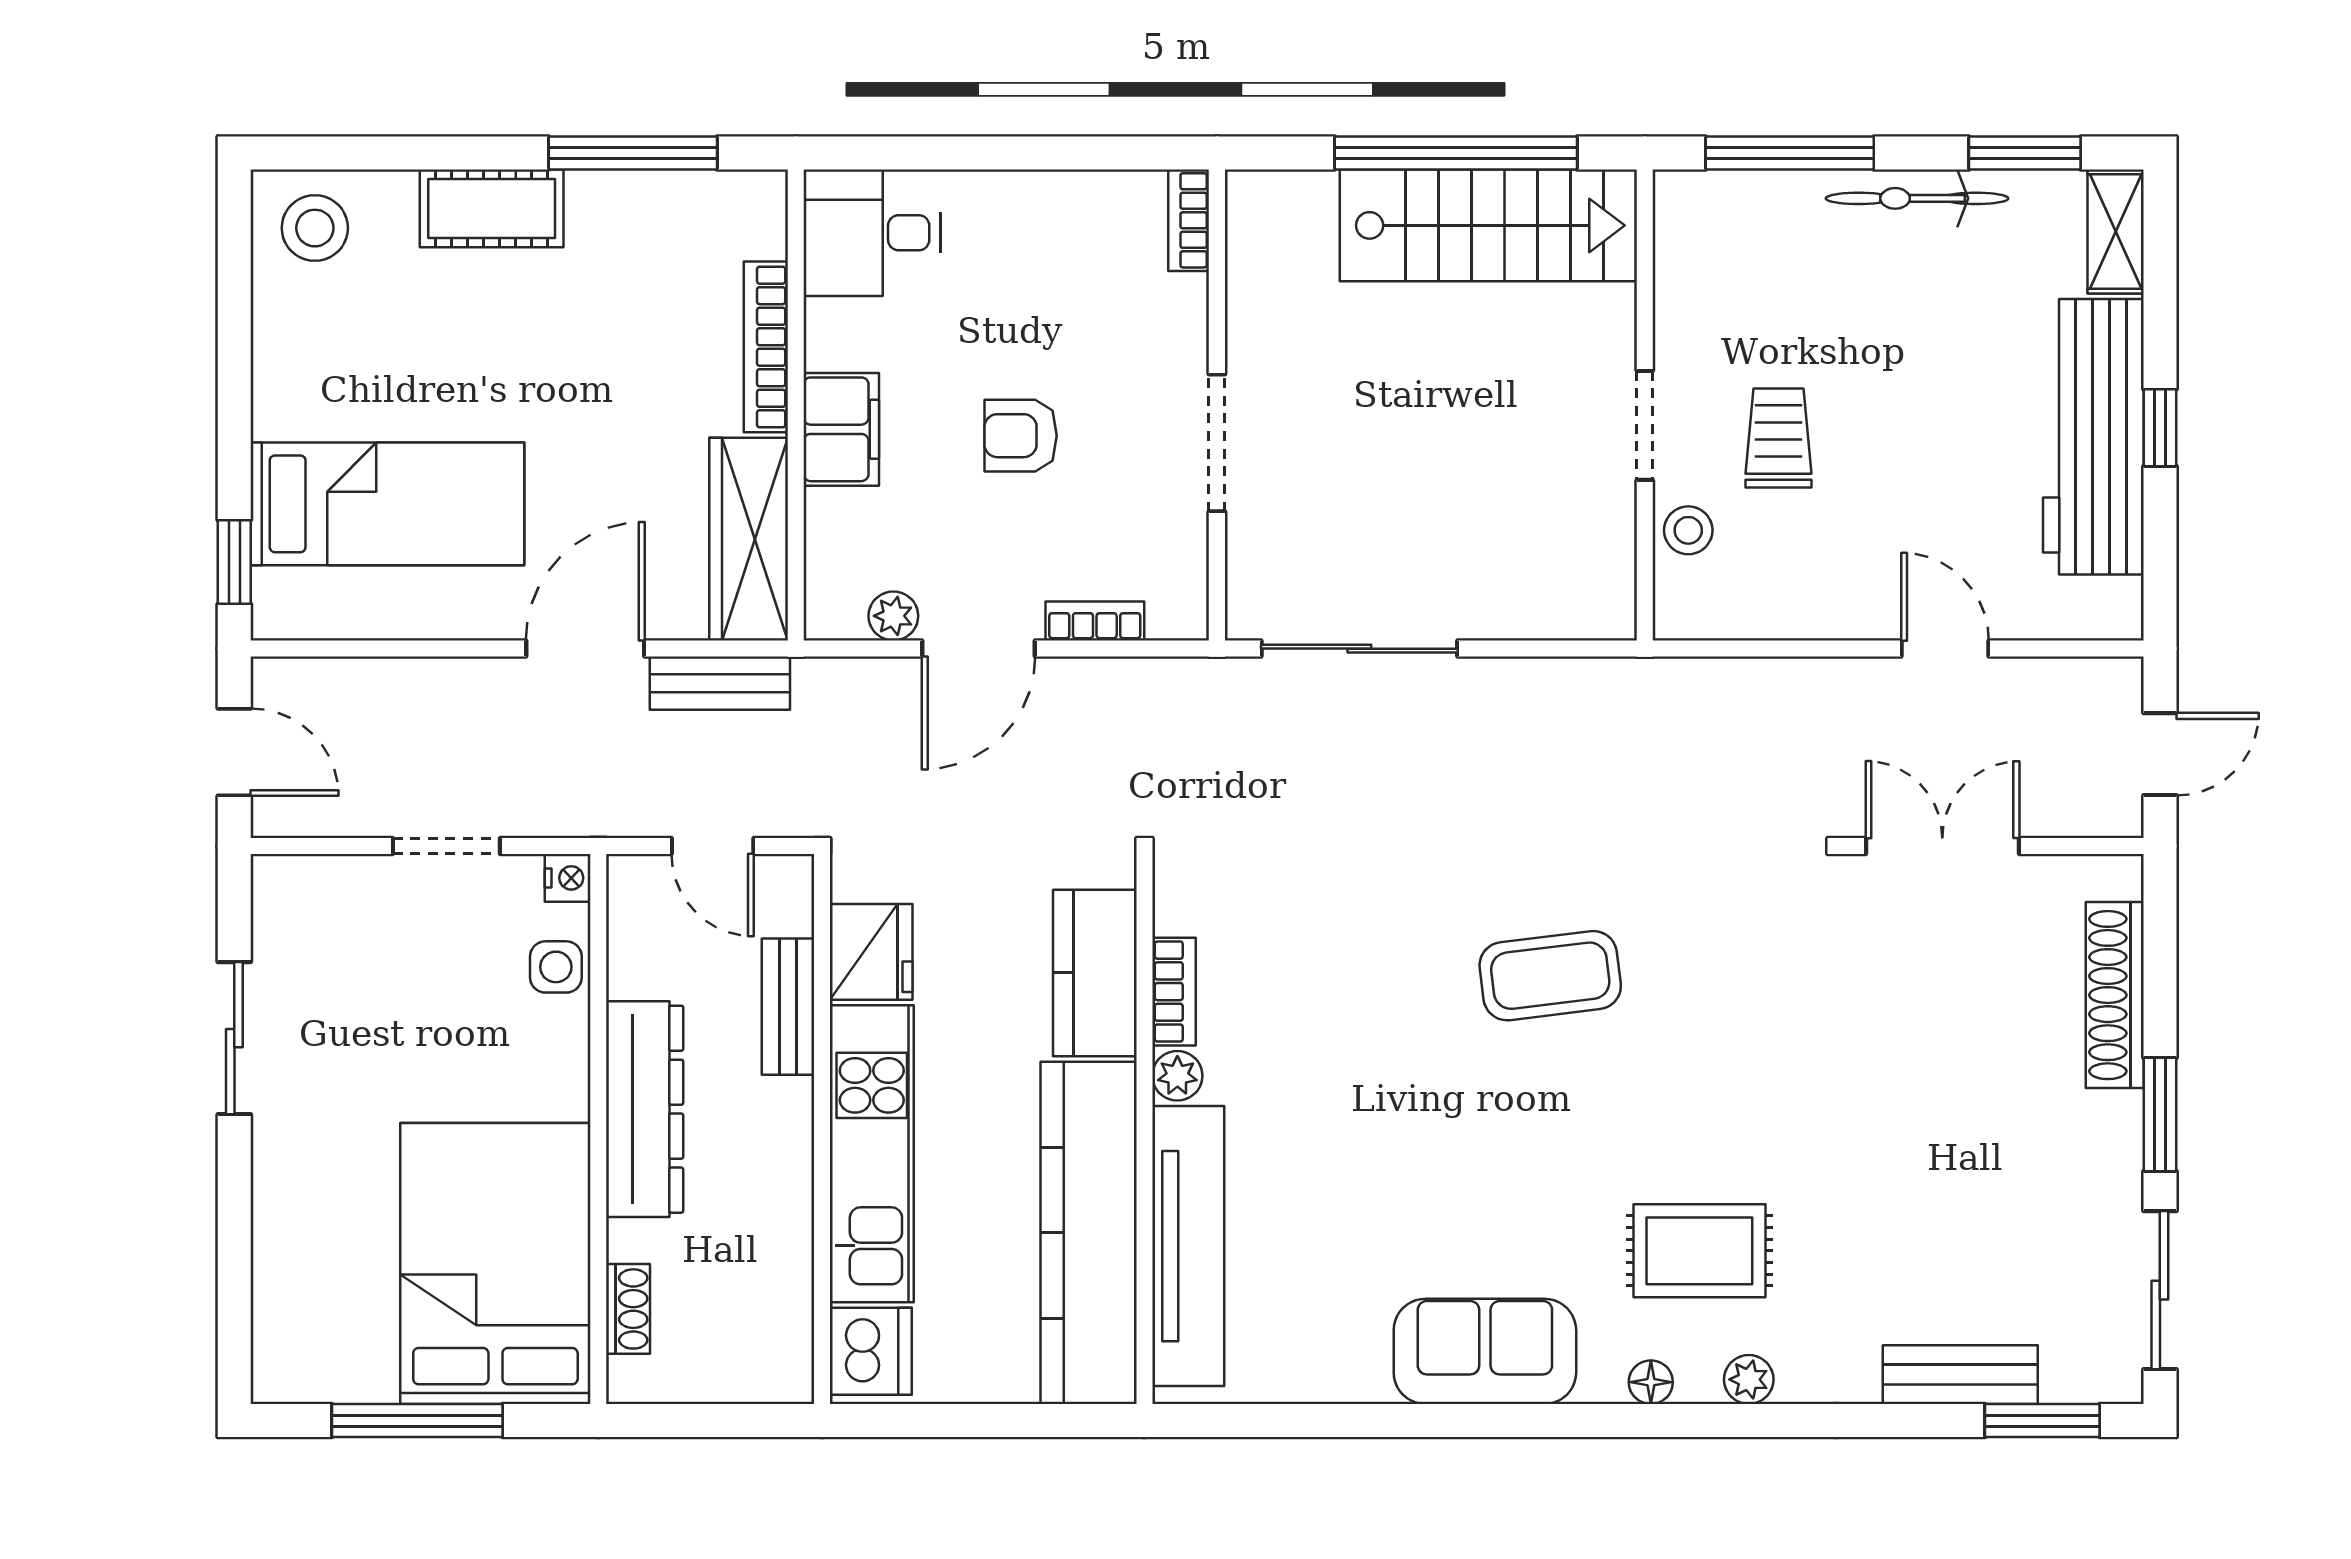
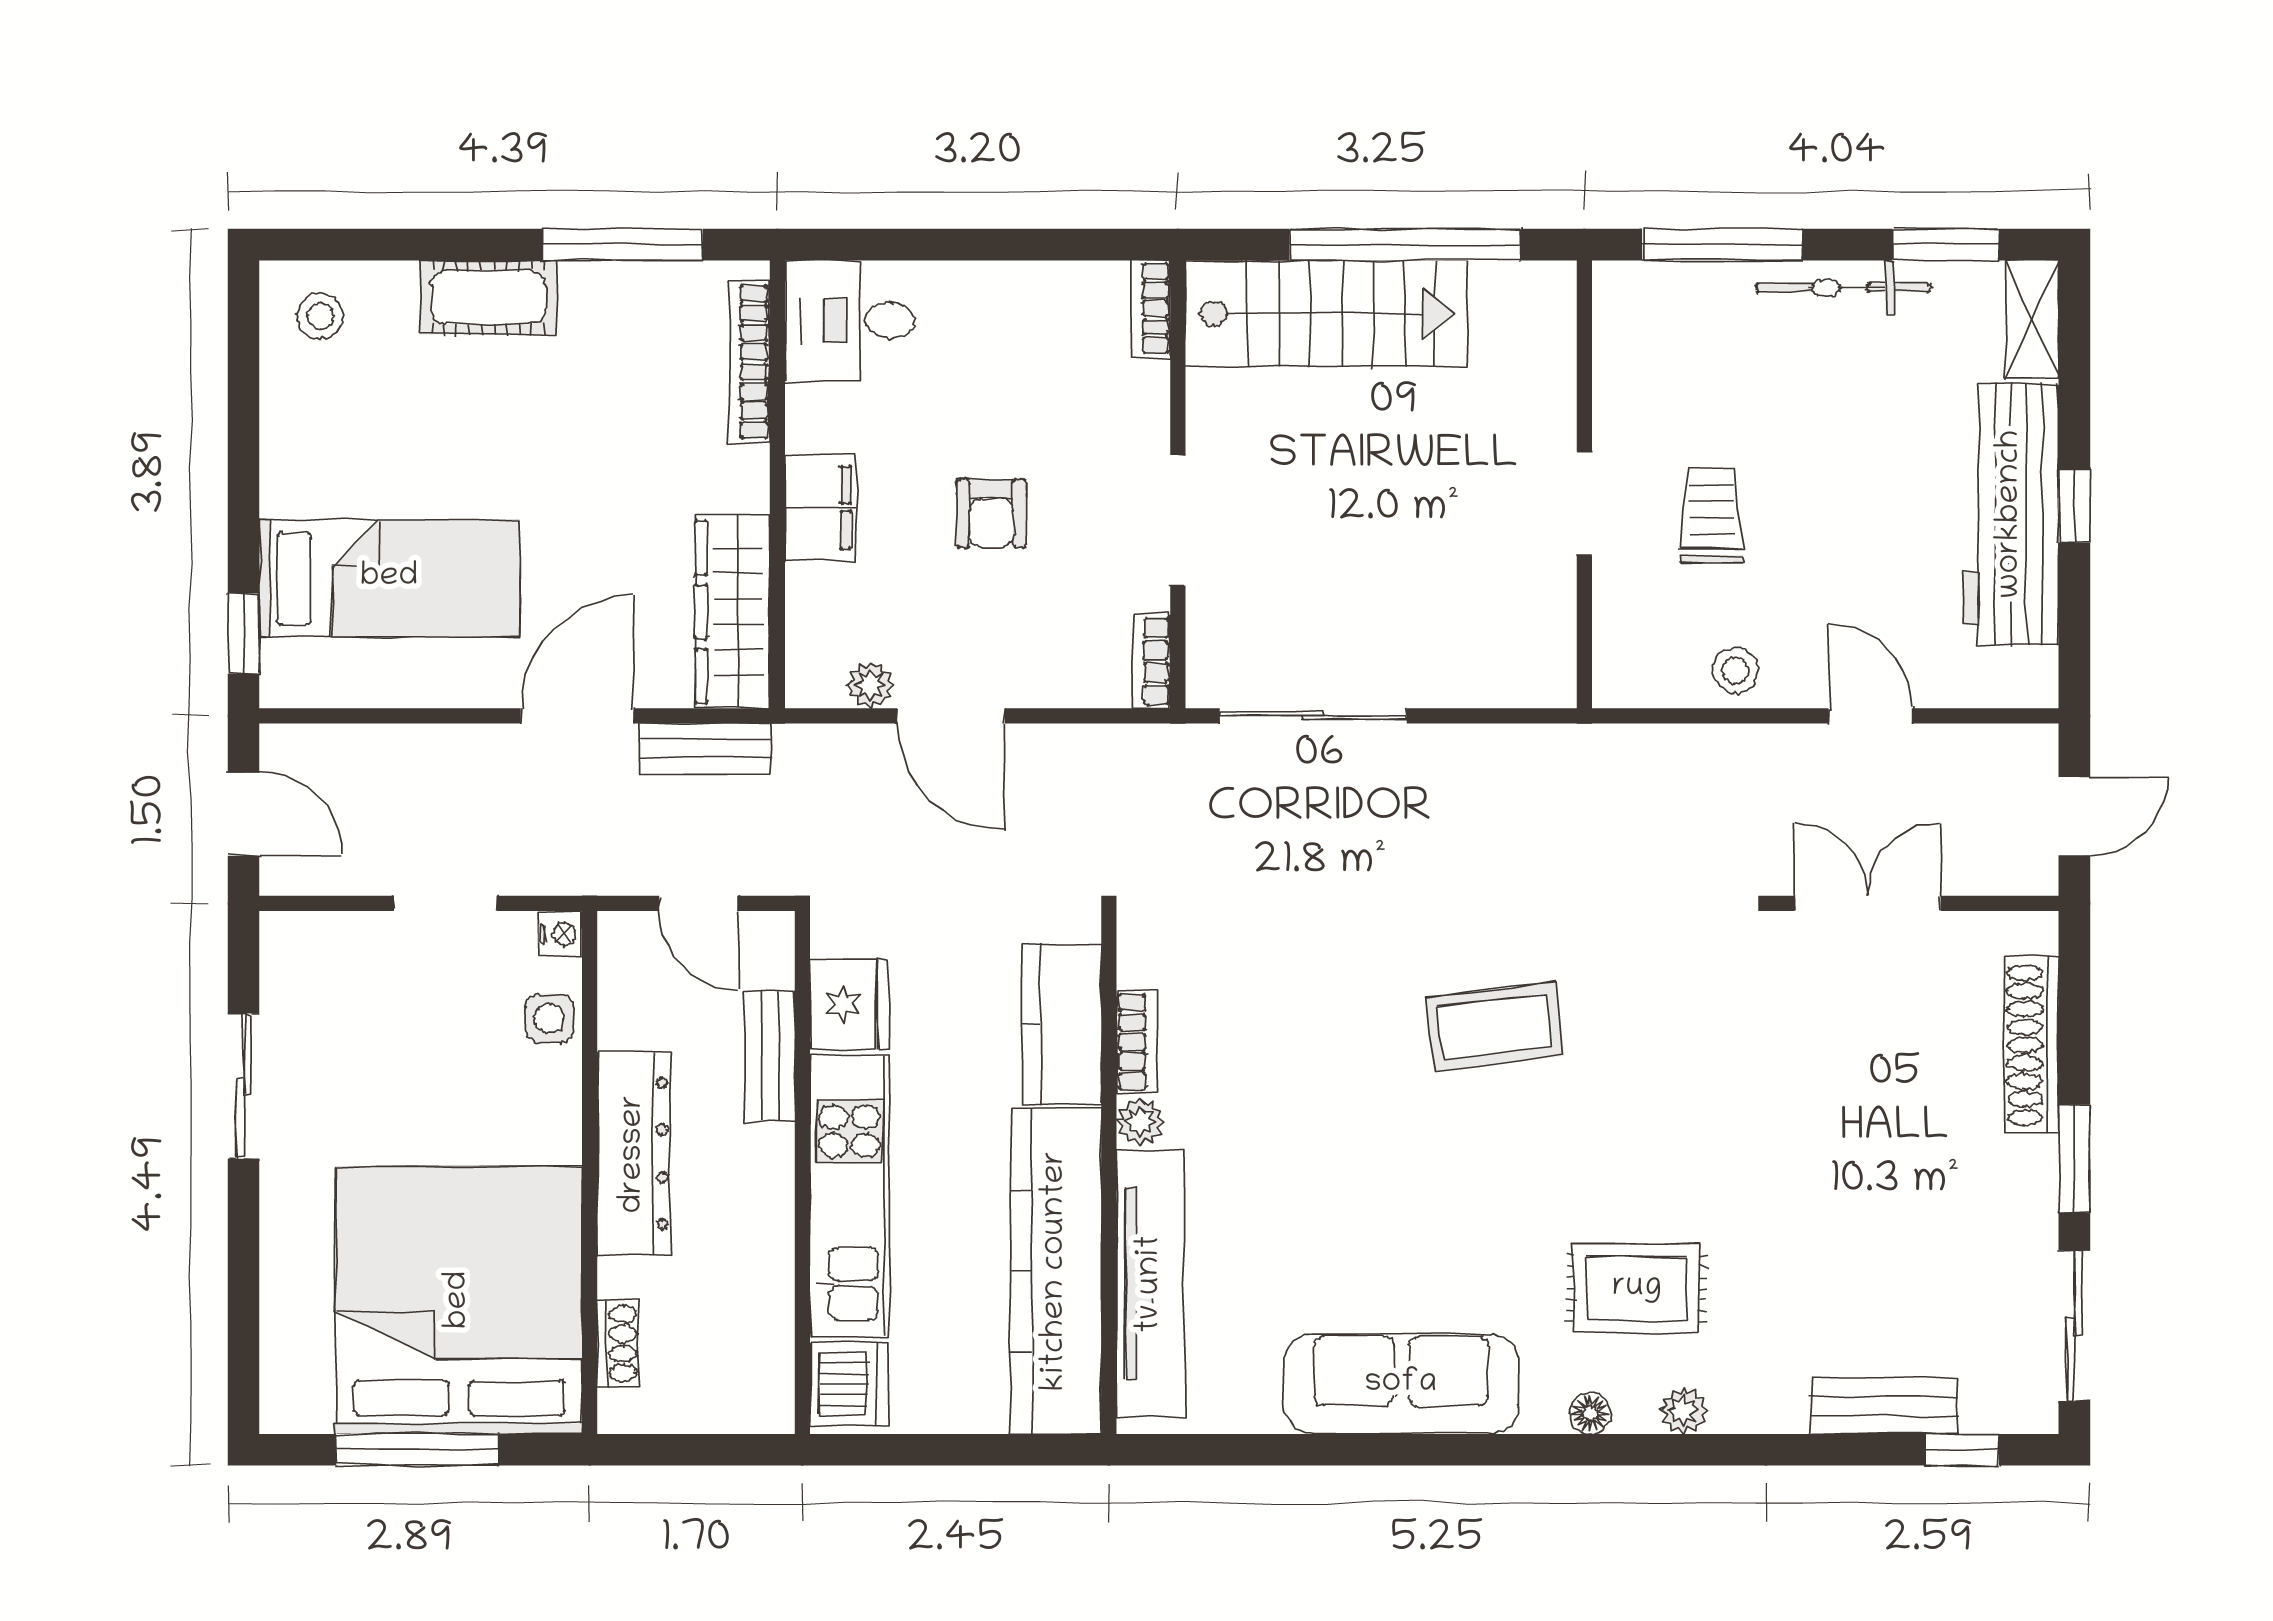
stairs: (1488, 225) -> (1326, 313), moved
stool: (315, 228) -> (320, 316), width x0.73, depth x0.73
bookcase: (766, 347) -> (749, 362), moved
armchair: (1021, 436) -> (991, 513), turned -90
stool: (1688, 530) -> (1735, 670), moved
bookcase: (1095, 621) -> (1152, 661), moved, turned -90
door: (978, 649) -> (951, 716), hinge flipped
bed: (495, 1263) -> (459, 1300), width x1.36
sofa: (1485, 1351) -> (1401, 1384), width x1.36
window: (2042, 1421) -> (1963, 1450), width x0.67

